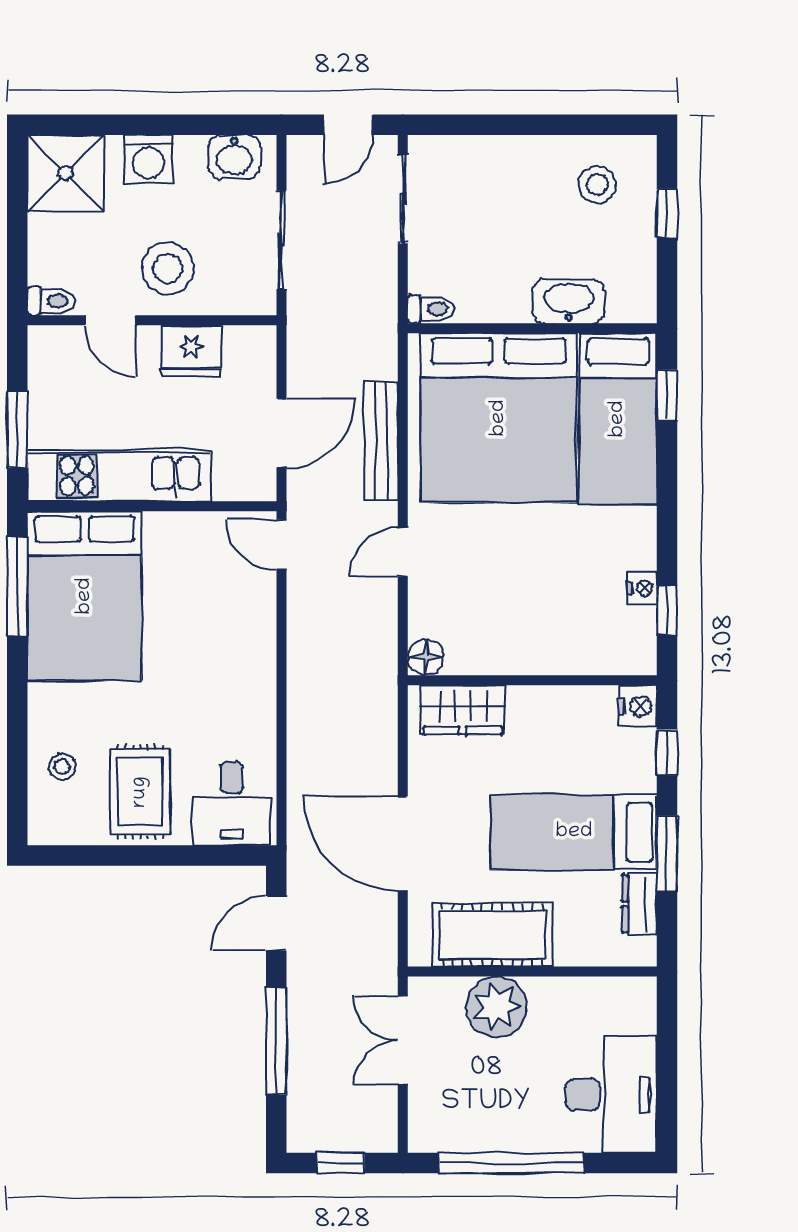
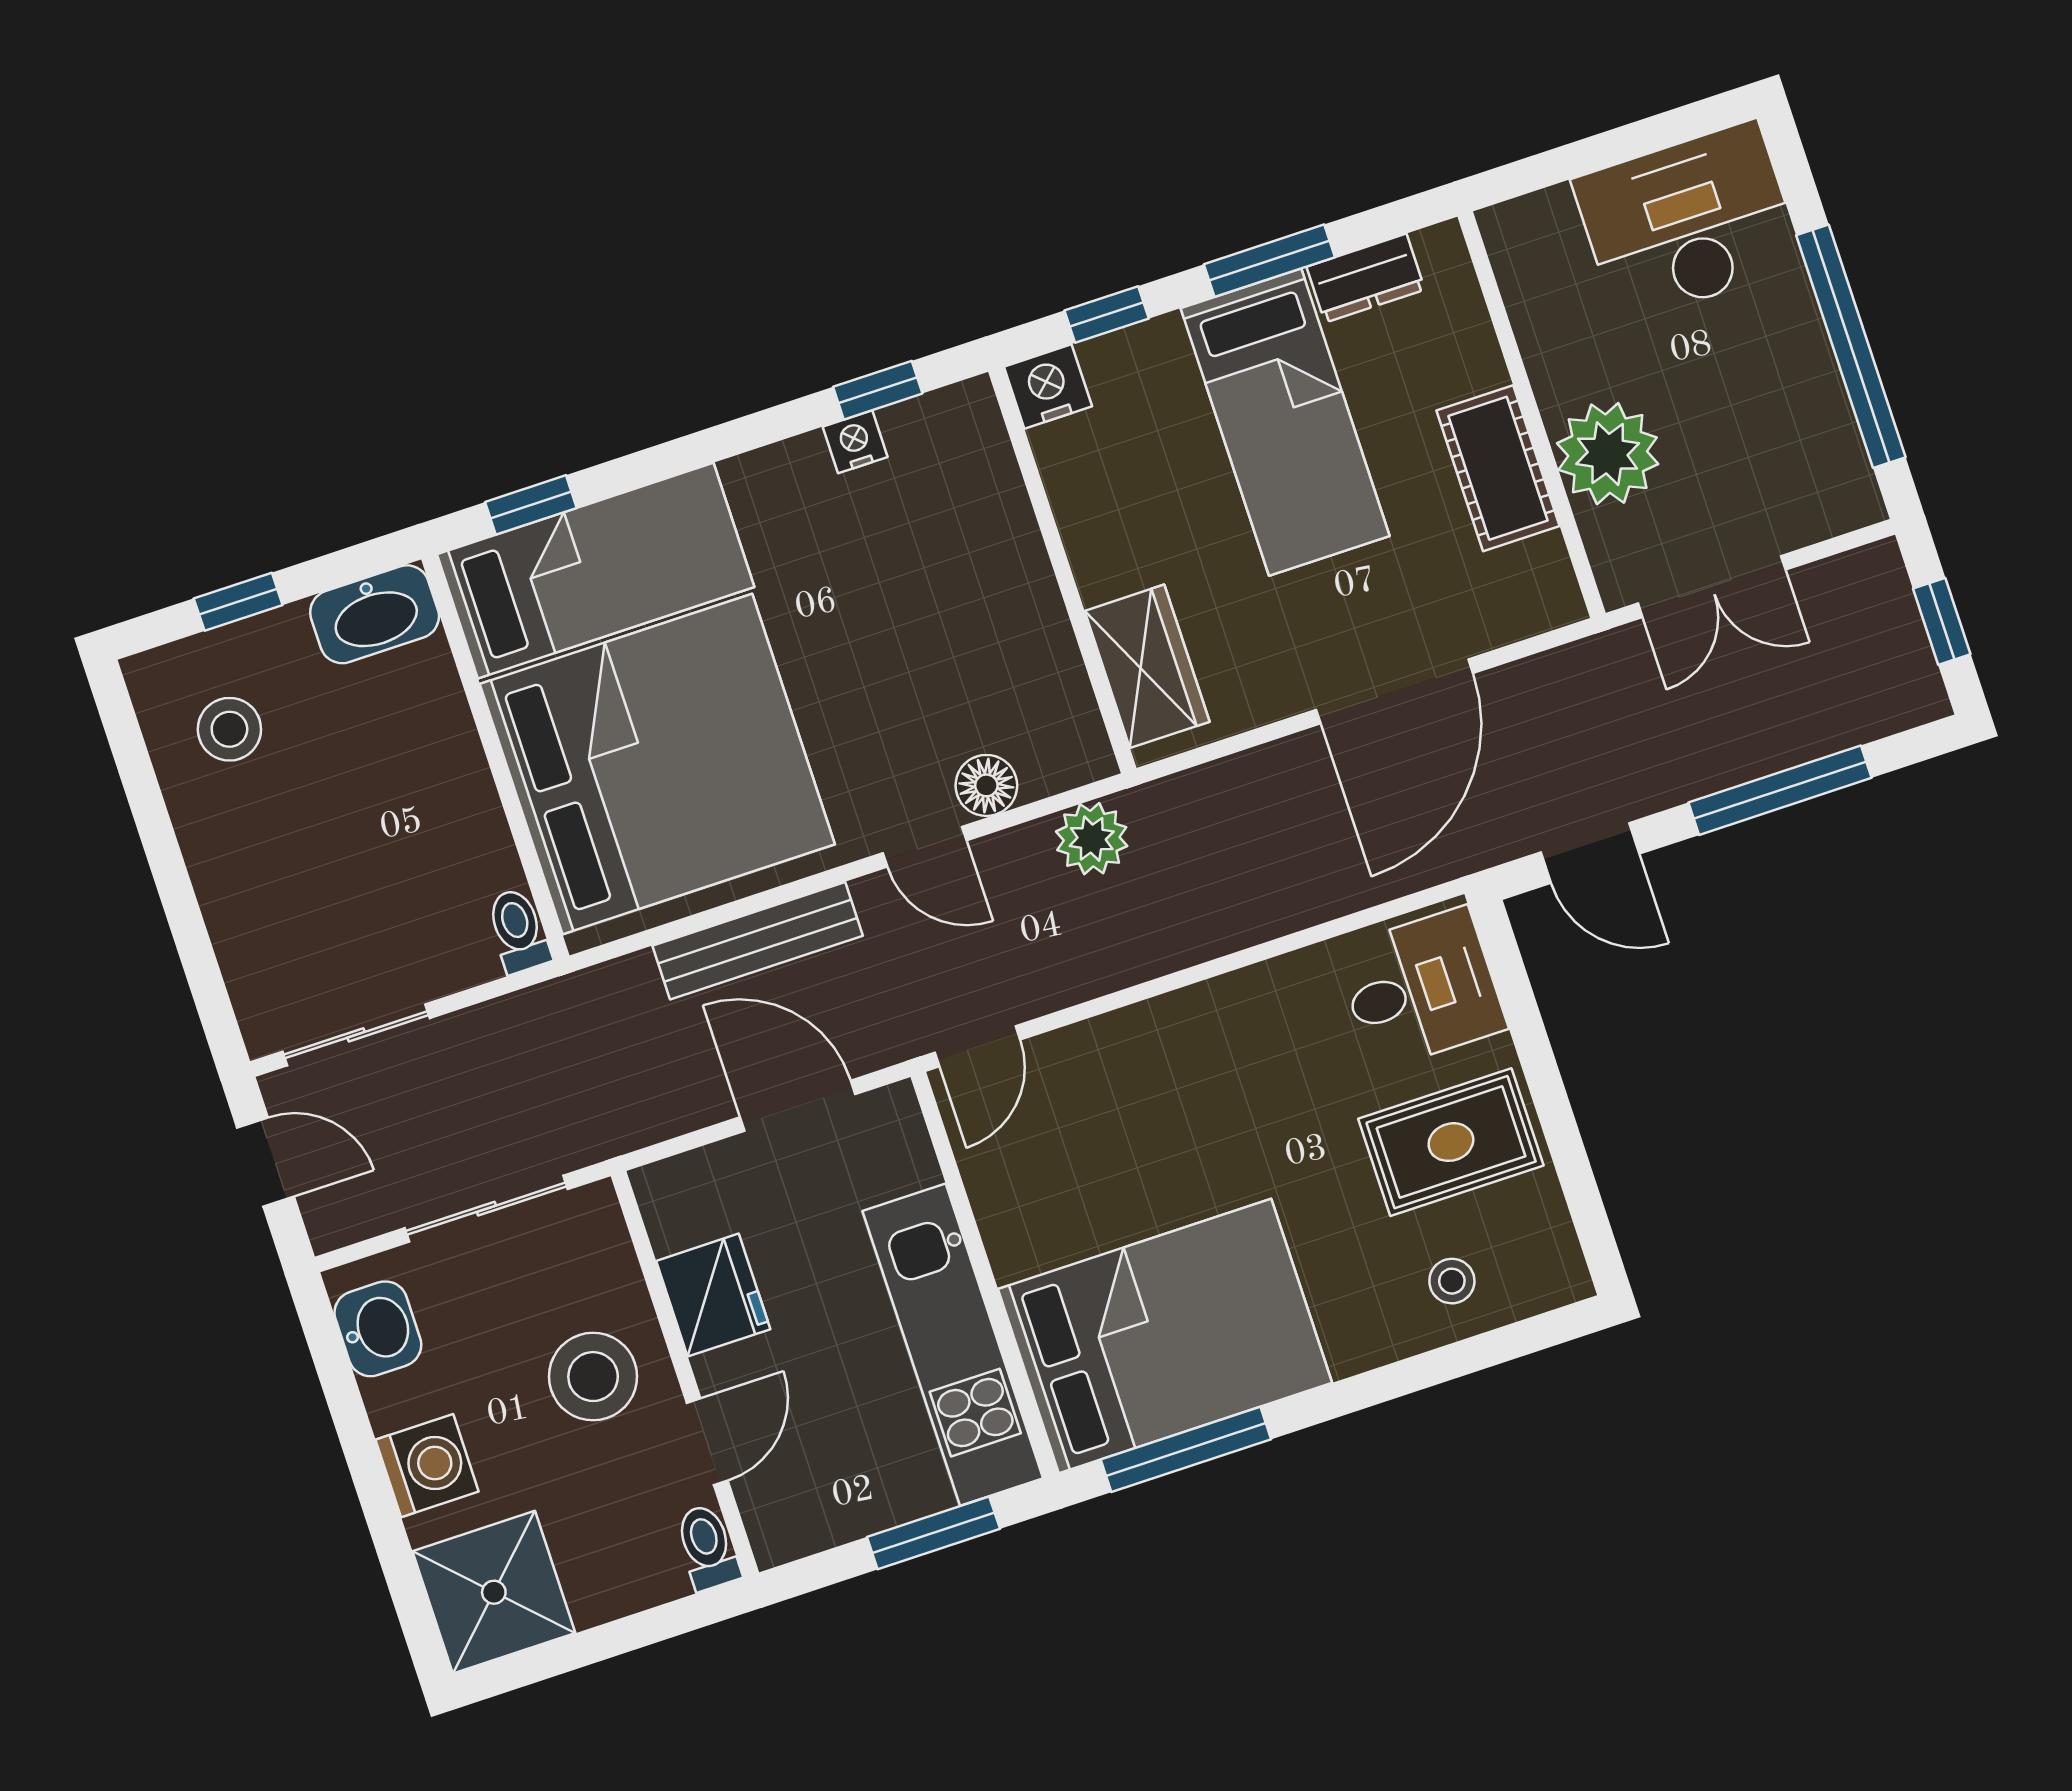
washbasin: (569, 301) -> (375, 614), moved, turned -90
plant: (376, 647) -> (1092, 839), added
floor lamp: (426, 657) -> (986, 785), moved
cot: (492, 935) -> (1498, 468), width x0.73, depth x0.75

